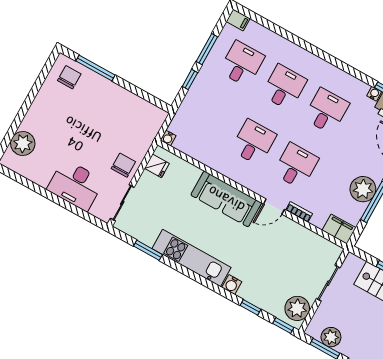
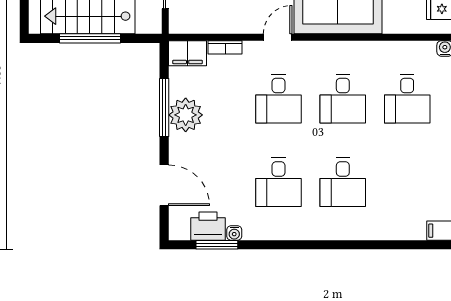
desk: (242, 64) -> (407, 99), moved
bookcase: (299, 212) -> (225, 47), moved

